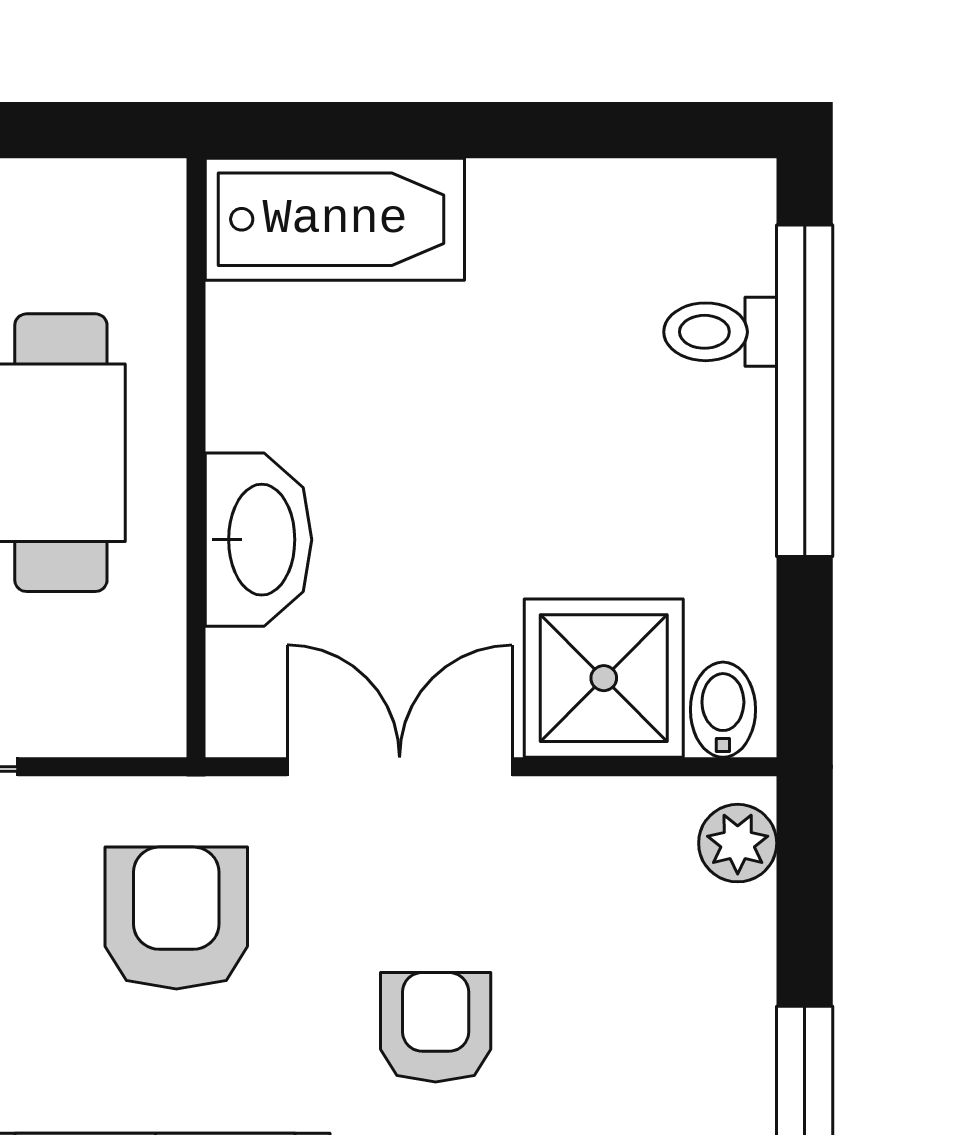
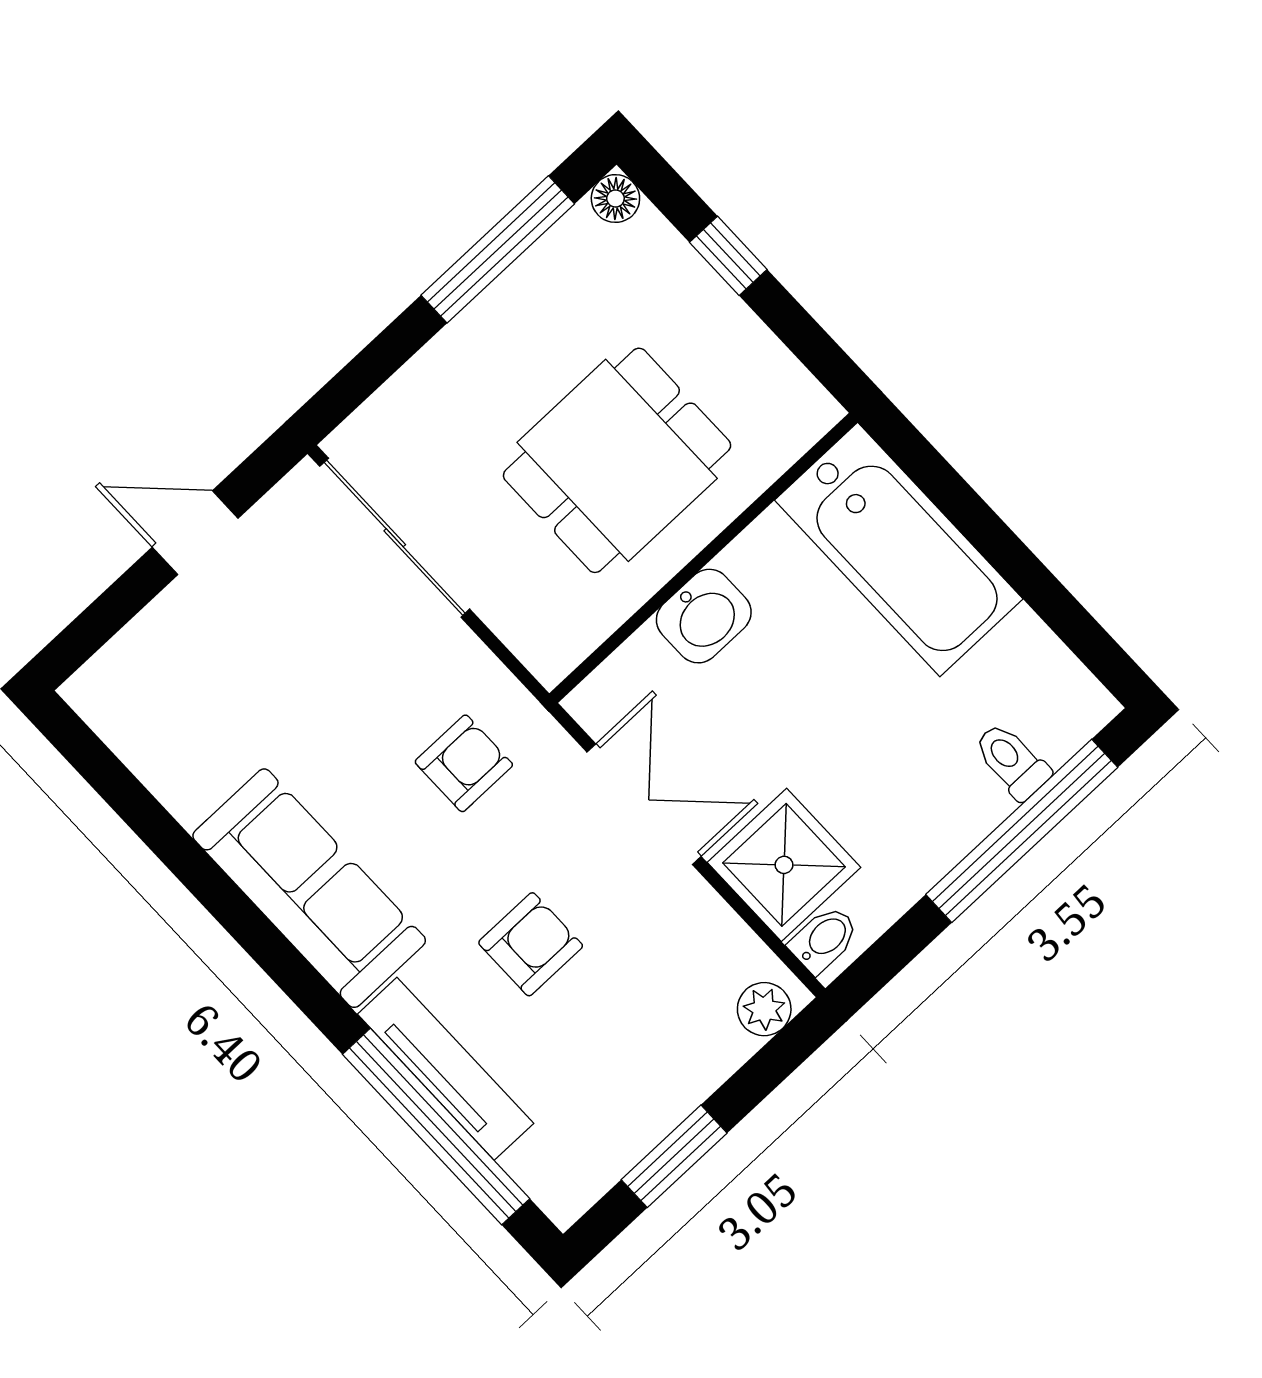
bathtub: (335, 219) -> (899, 550), width x1.36, depth x1.36
washbasin: (259, 540) -> (704, 616), width x0.72
armchair: (176, 918) -> (464, 763), width x0.72, depth x0.72

